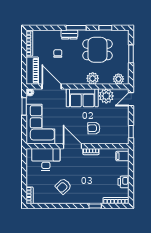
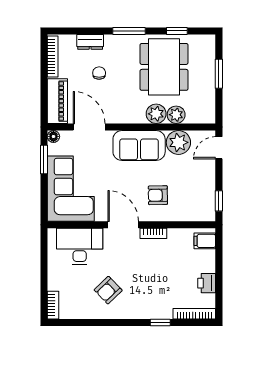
dresser: (69, 34) -> (90, 42), moved
dining table: (97, 50) -> (164, 67), width x1.38
plant: (118, 79) -> (176, 115), moved

